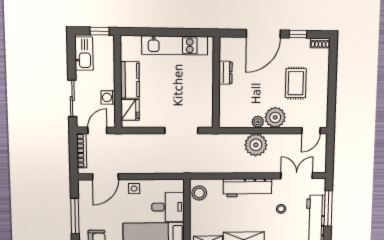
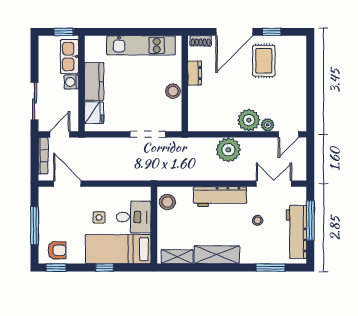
shoe rack: (320, 43) -> (201, 41), moved
kitchen sink: (84, 54) -> (69, 57), moved, turned 180
rug: (296, 83) -> (264, 61), moved
stool: (205, 90) -> (173, 91), added
washing machine: (108, 97) -> (71, 82), moved
plant: (258, 122) -> (268, 125), moved
door: (105, 177) -> (67, 184), swing flipped
side table: (134, 189) -> (99, 217), moved

